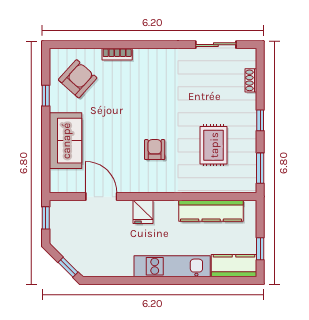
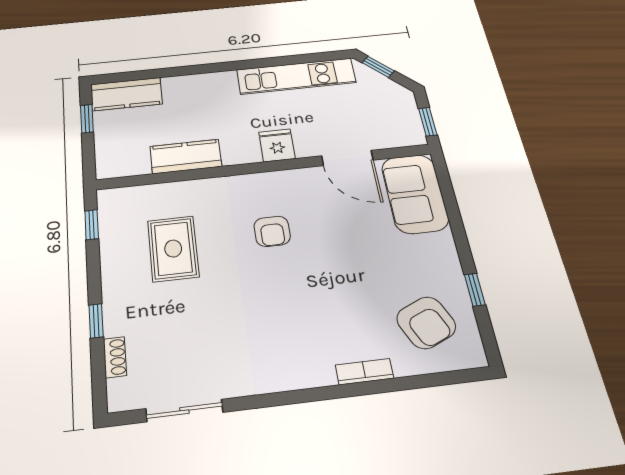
armchair: (78, 79) -> (426, 323), turned -66
window: (260, 120) -> (96, 321), moved
sofa: (66, 141) -> (415, 194), moved
window: (260, 168) -> (92, 225), width x0.67
kitchen counter: (211, 211) -> (186, 156), width x0.67
kitchen unit: (172, 266) -> (296, 76), moved

